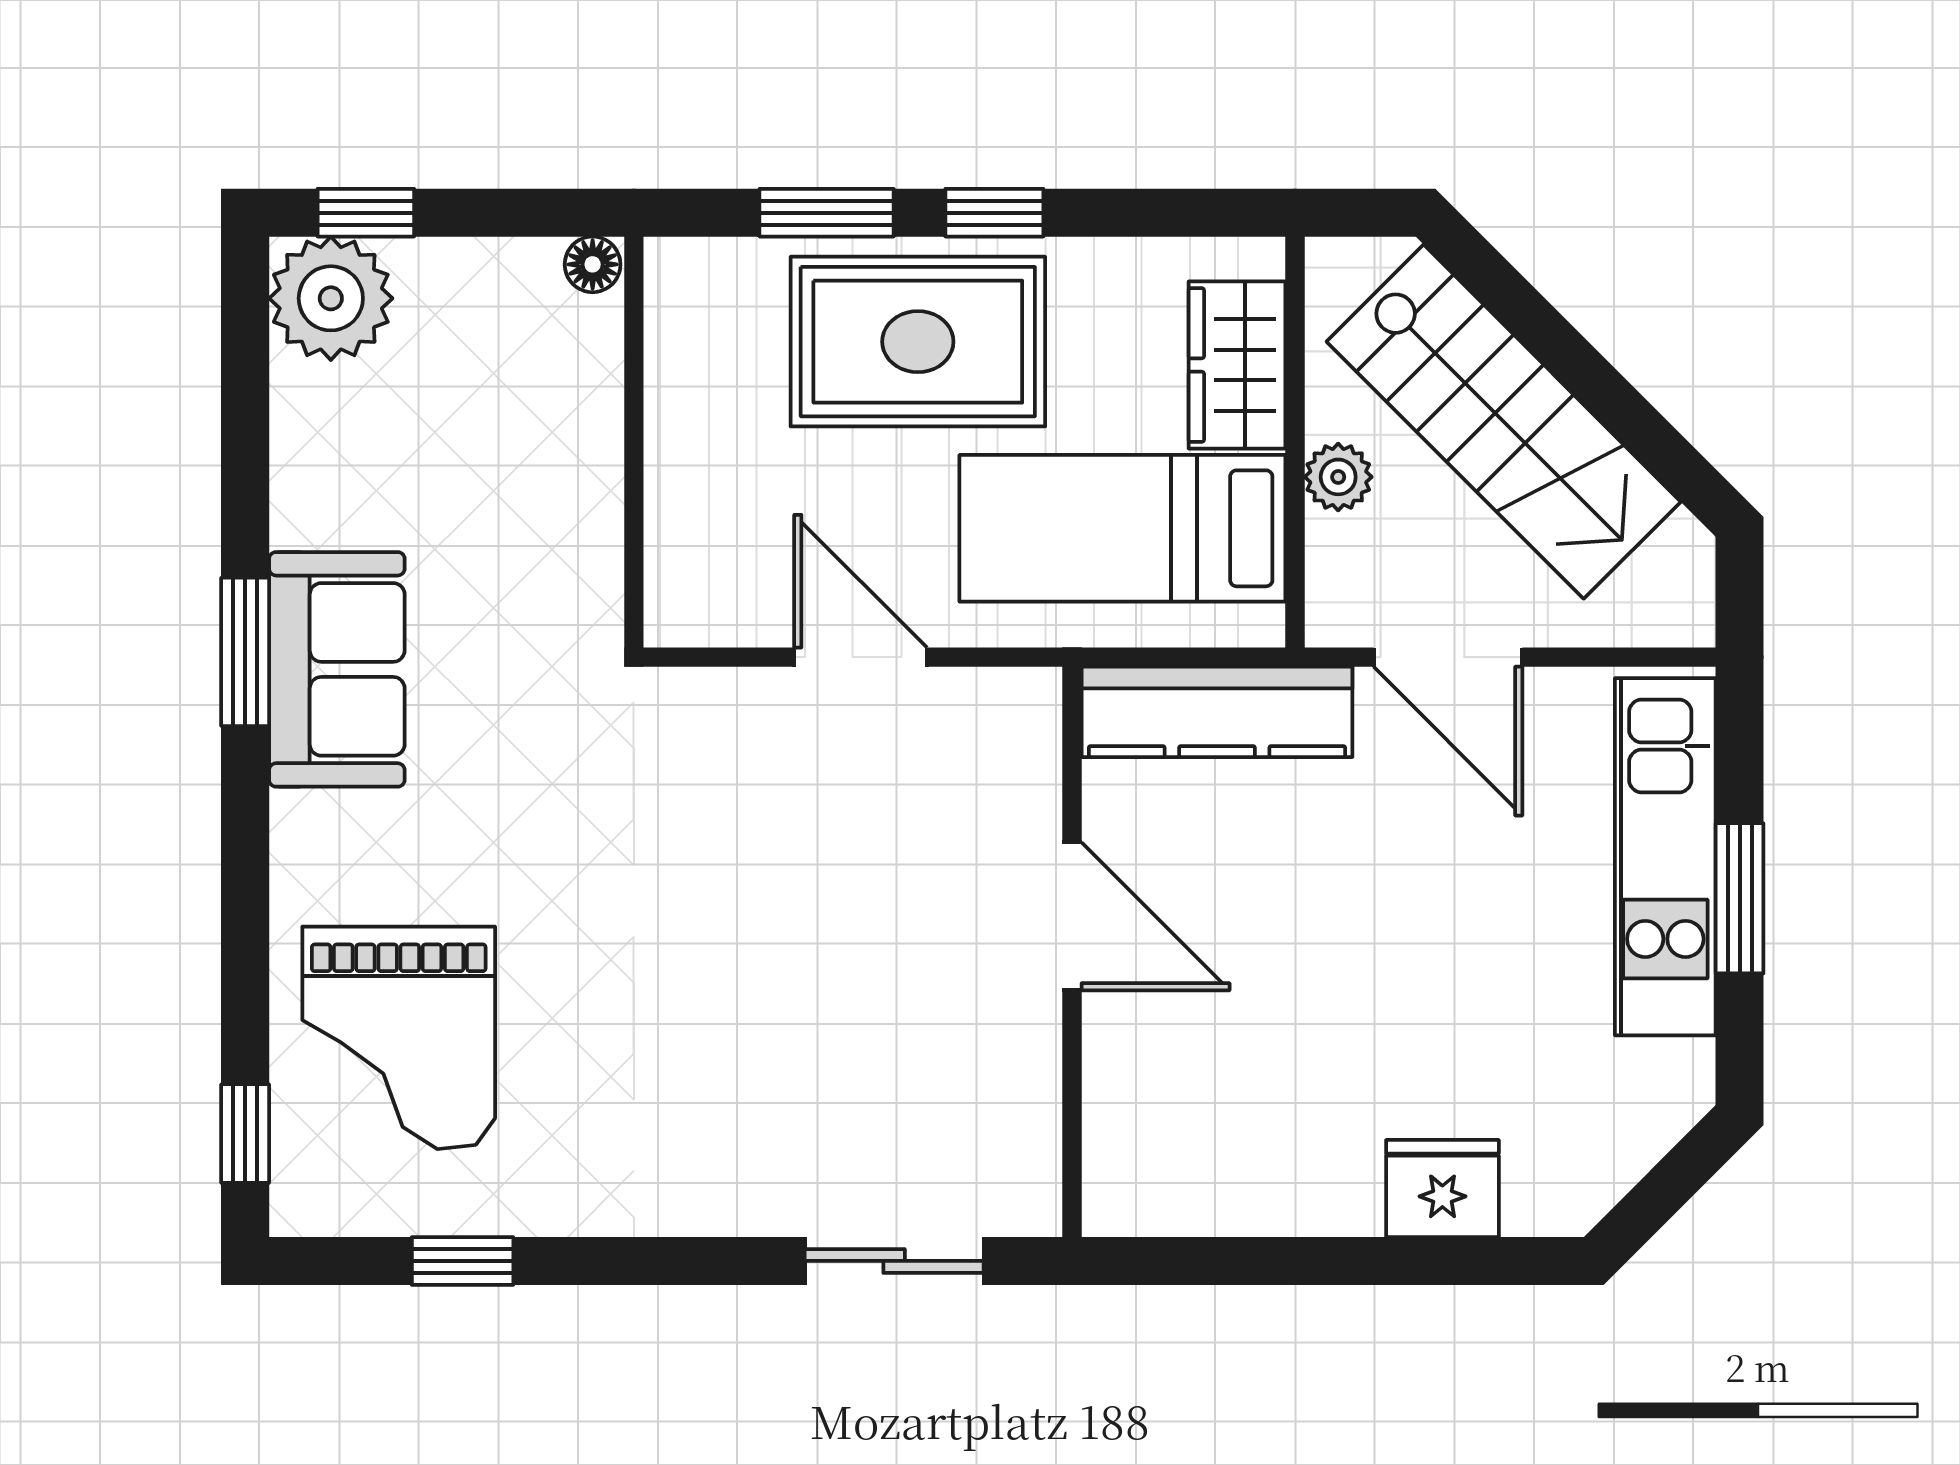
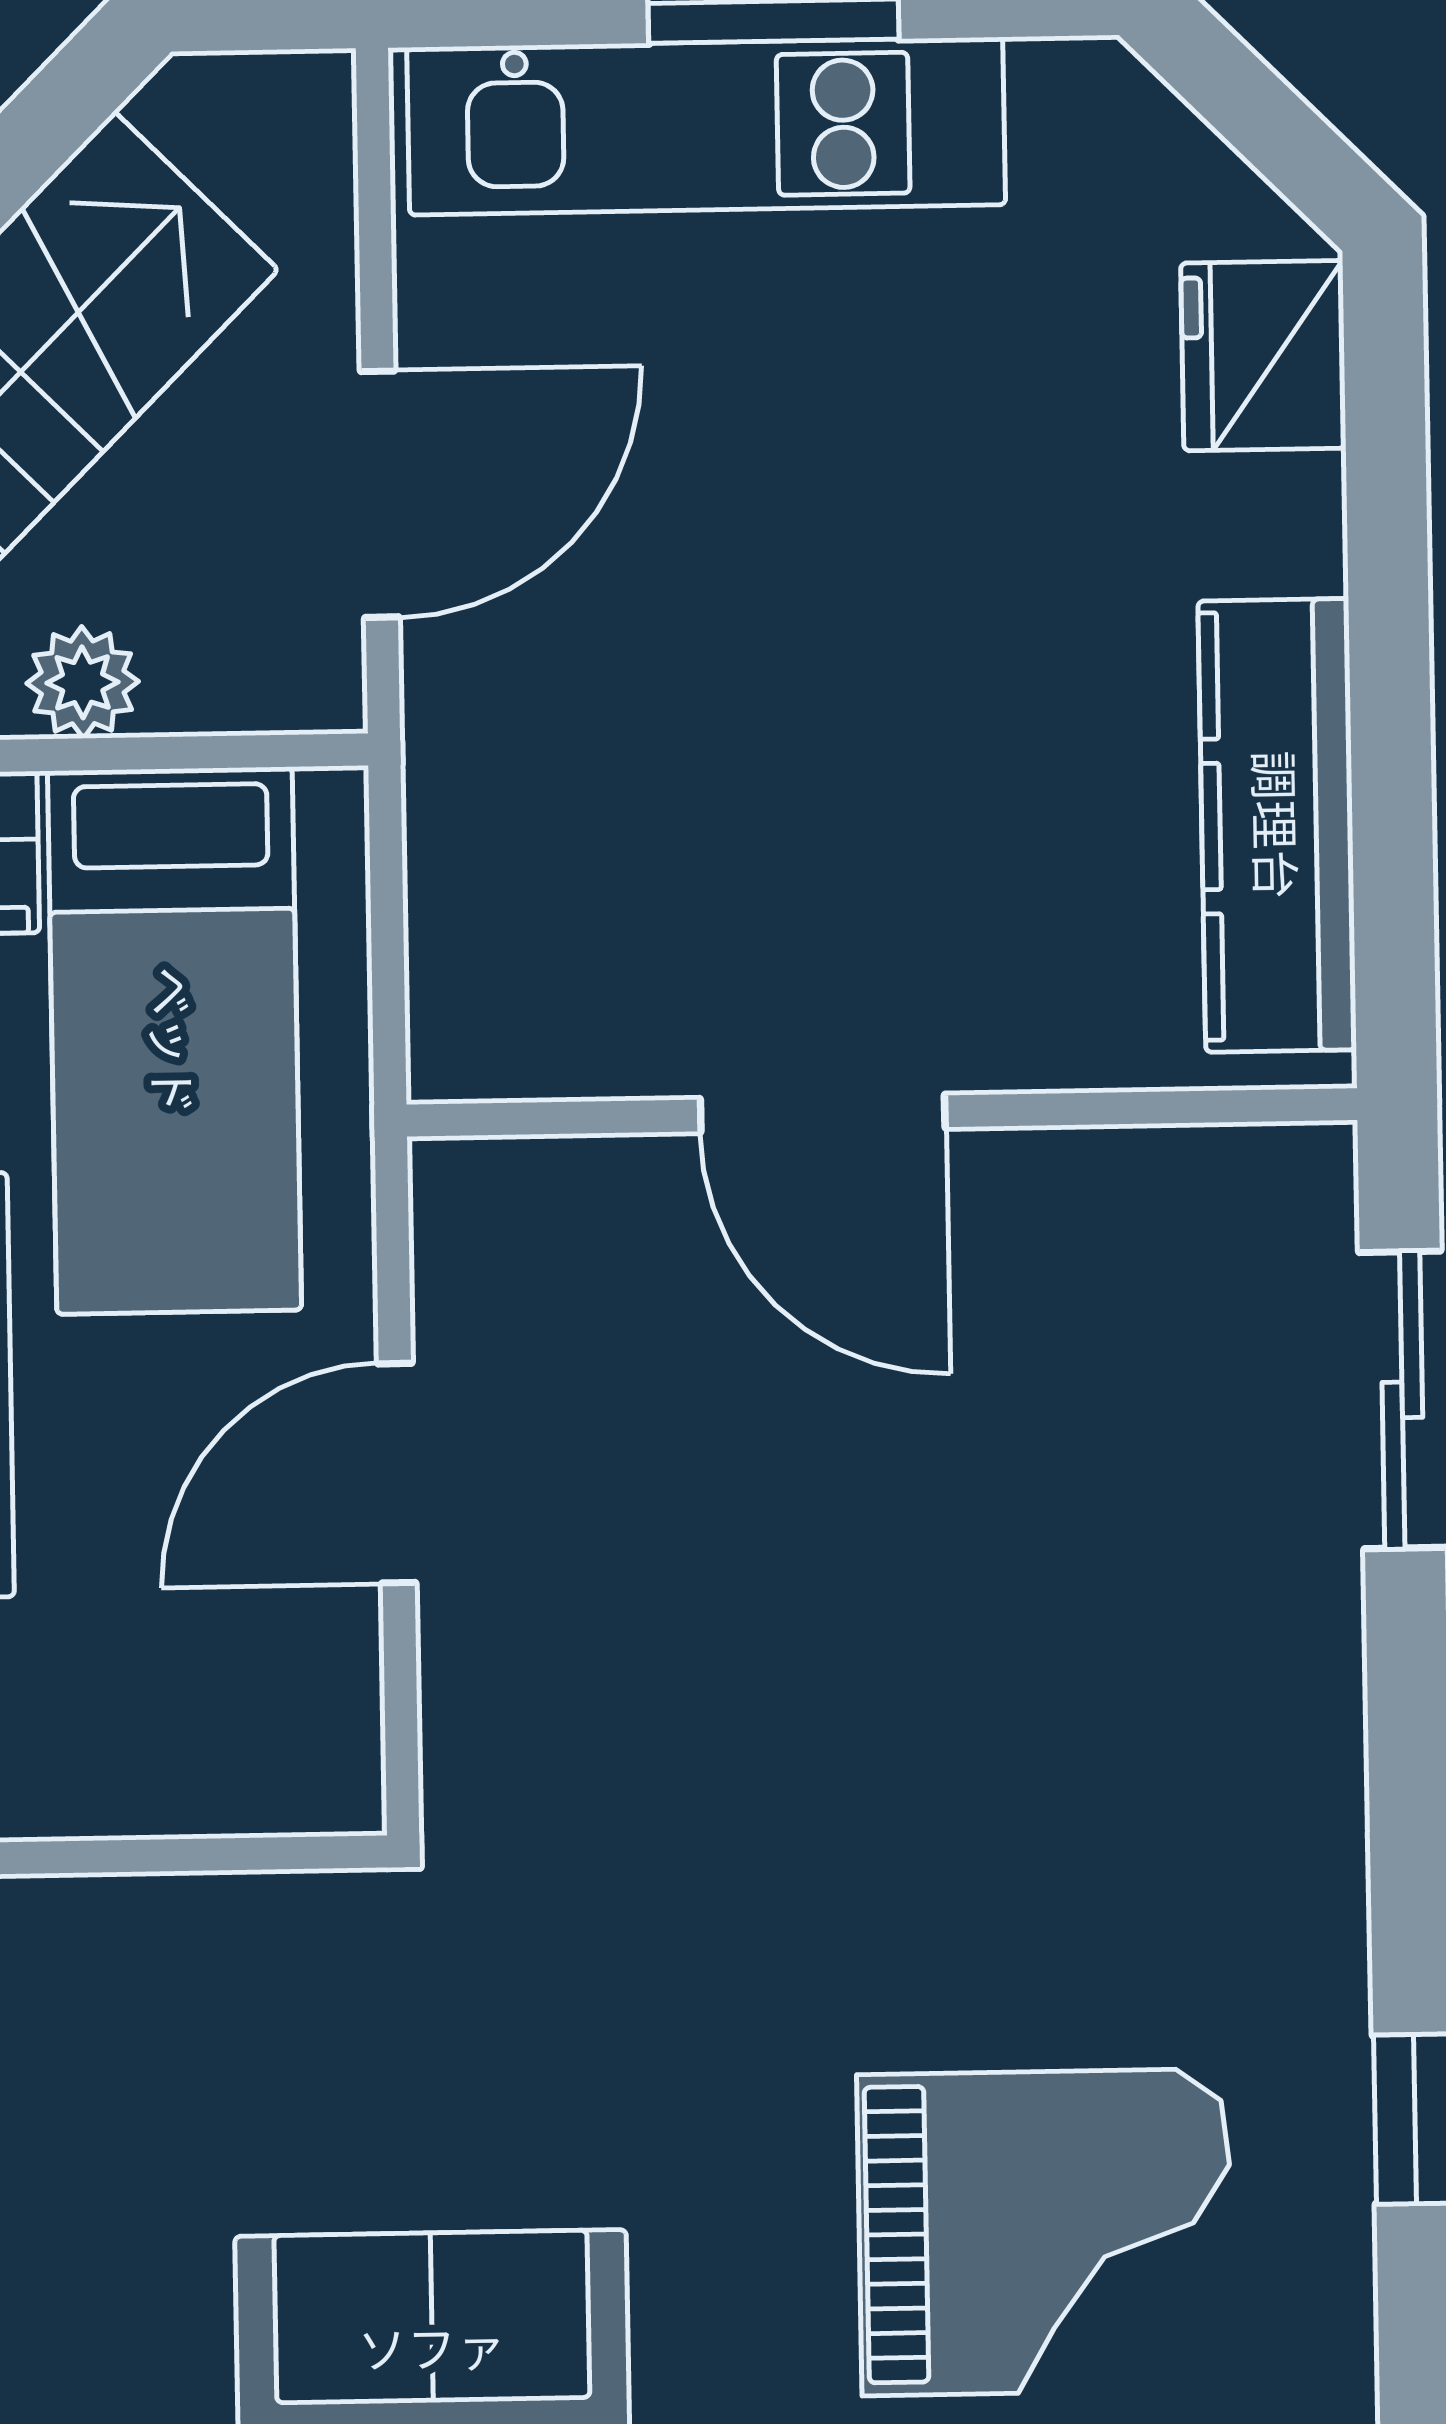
kitchen counter: (1217, 712) -> (1277, 825), moved, turned 180
door: (1072, 916) -> (823, 1113), swing flipped
fridge: (1442, 1189) -> (1263, 356), moved

